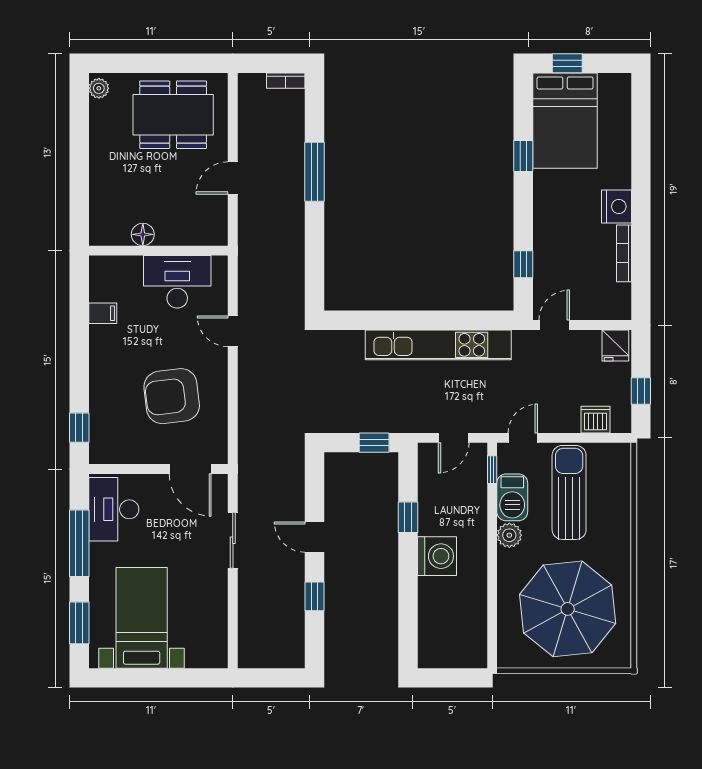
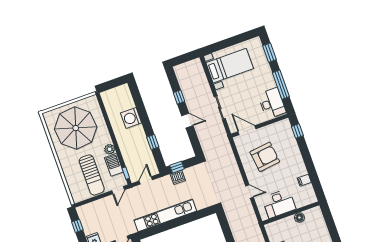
dishwasher: (595, 420) -> (178, 177), moved
washing machine: (437, 556) -> (131, 118), moved
bed with nightstands: (142, 618) -> (230, 66), moved, turned -90

